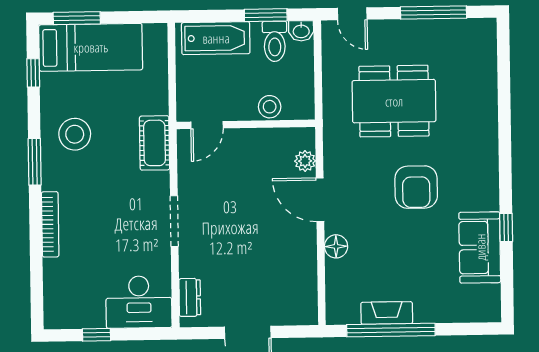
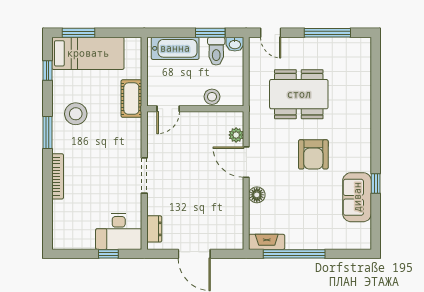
cot: (155, 143) -> (131, 99), moved
fireplace: (387, 313) -> (267, 242), moved
window: (96, 335) -> (108, 254), moved

